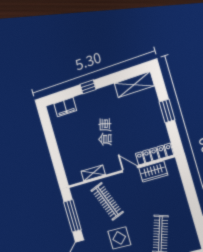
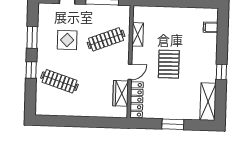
window: (88, 87) -> (221, 72), moved
filing cabinet: (65, 107) -> (211, 27), width x0.50
pallet: (111, 135) -> (169, 64), added

